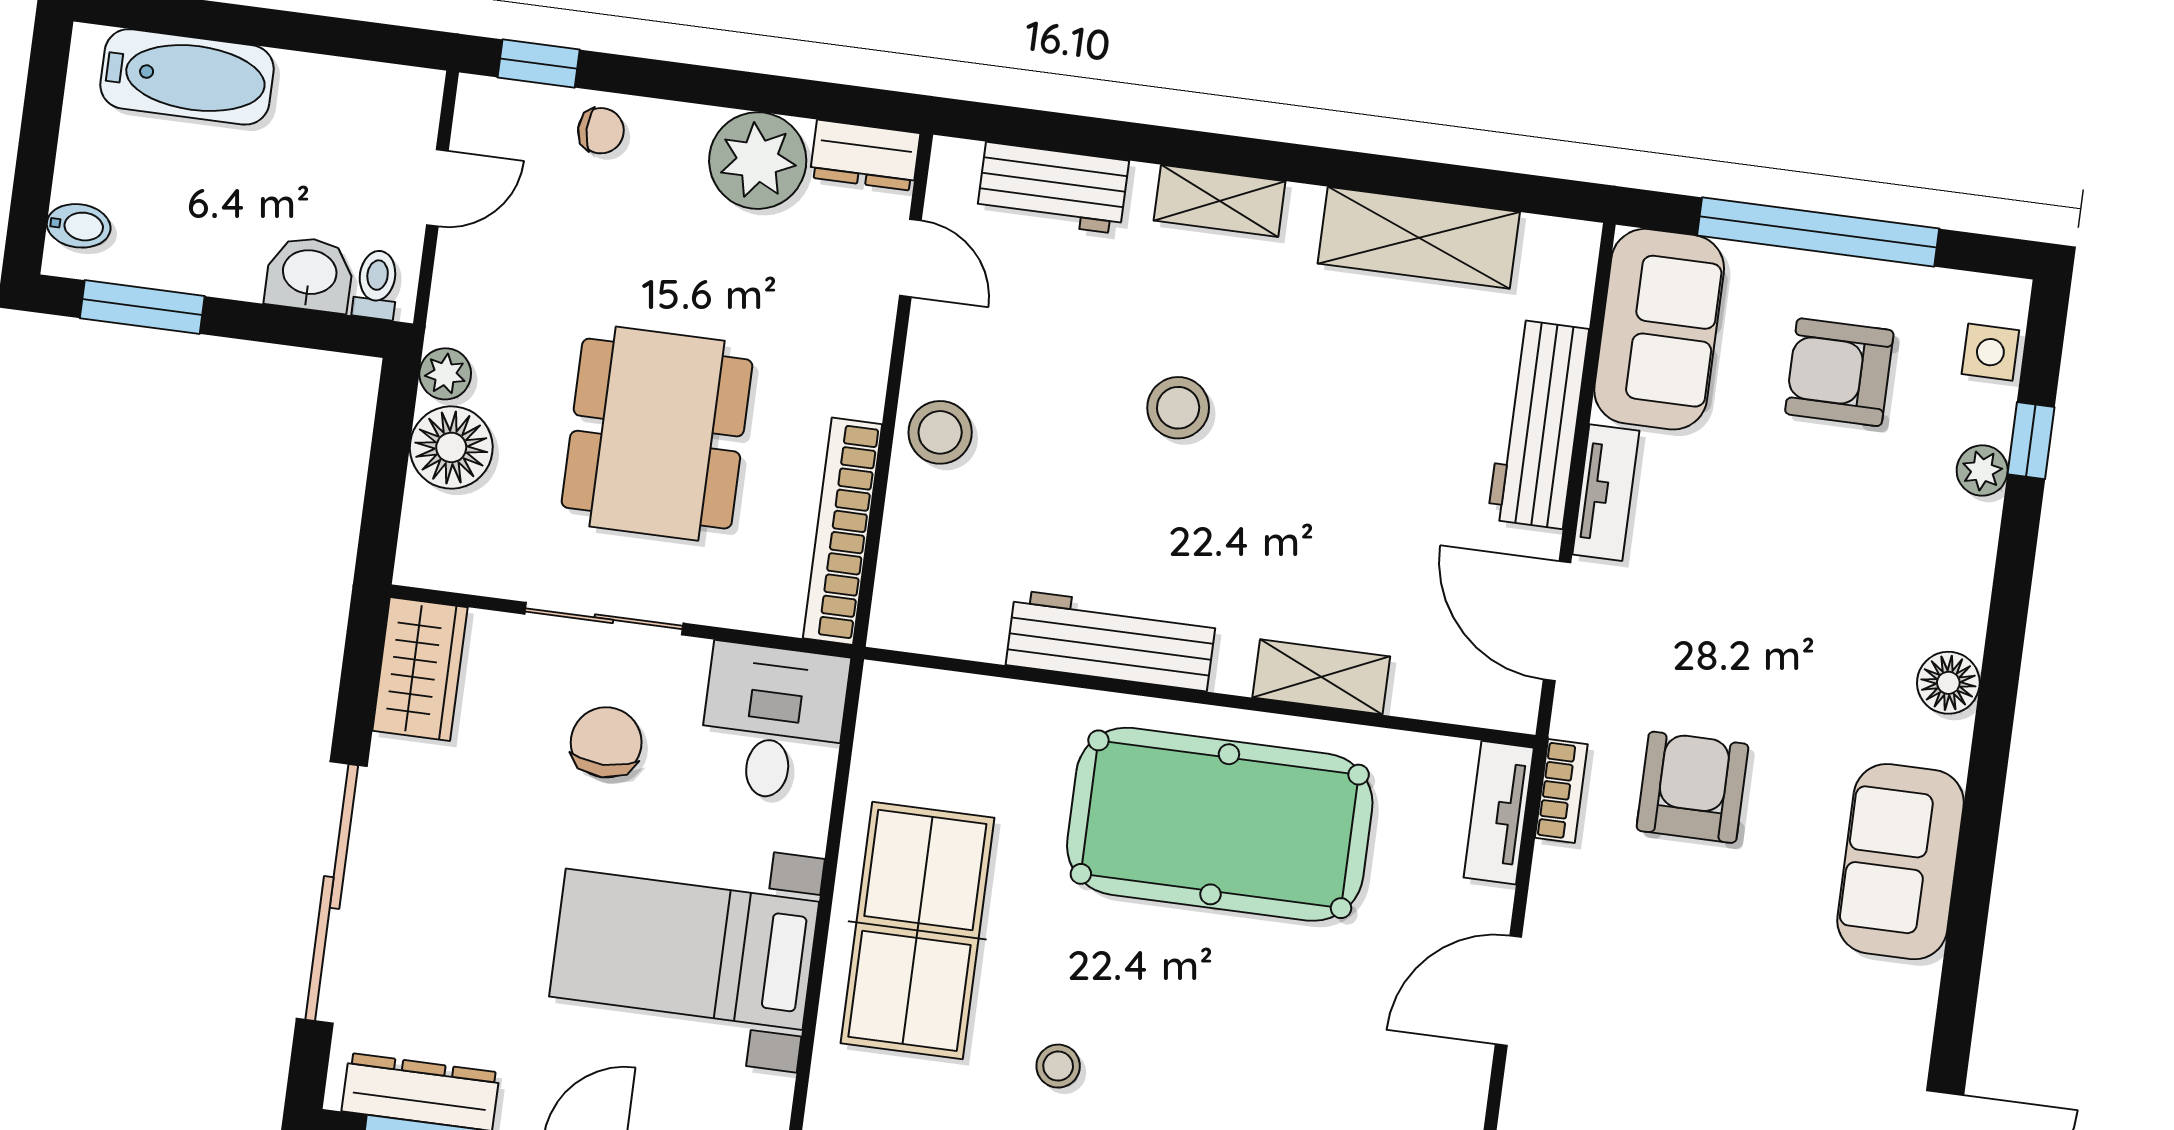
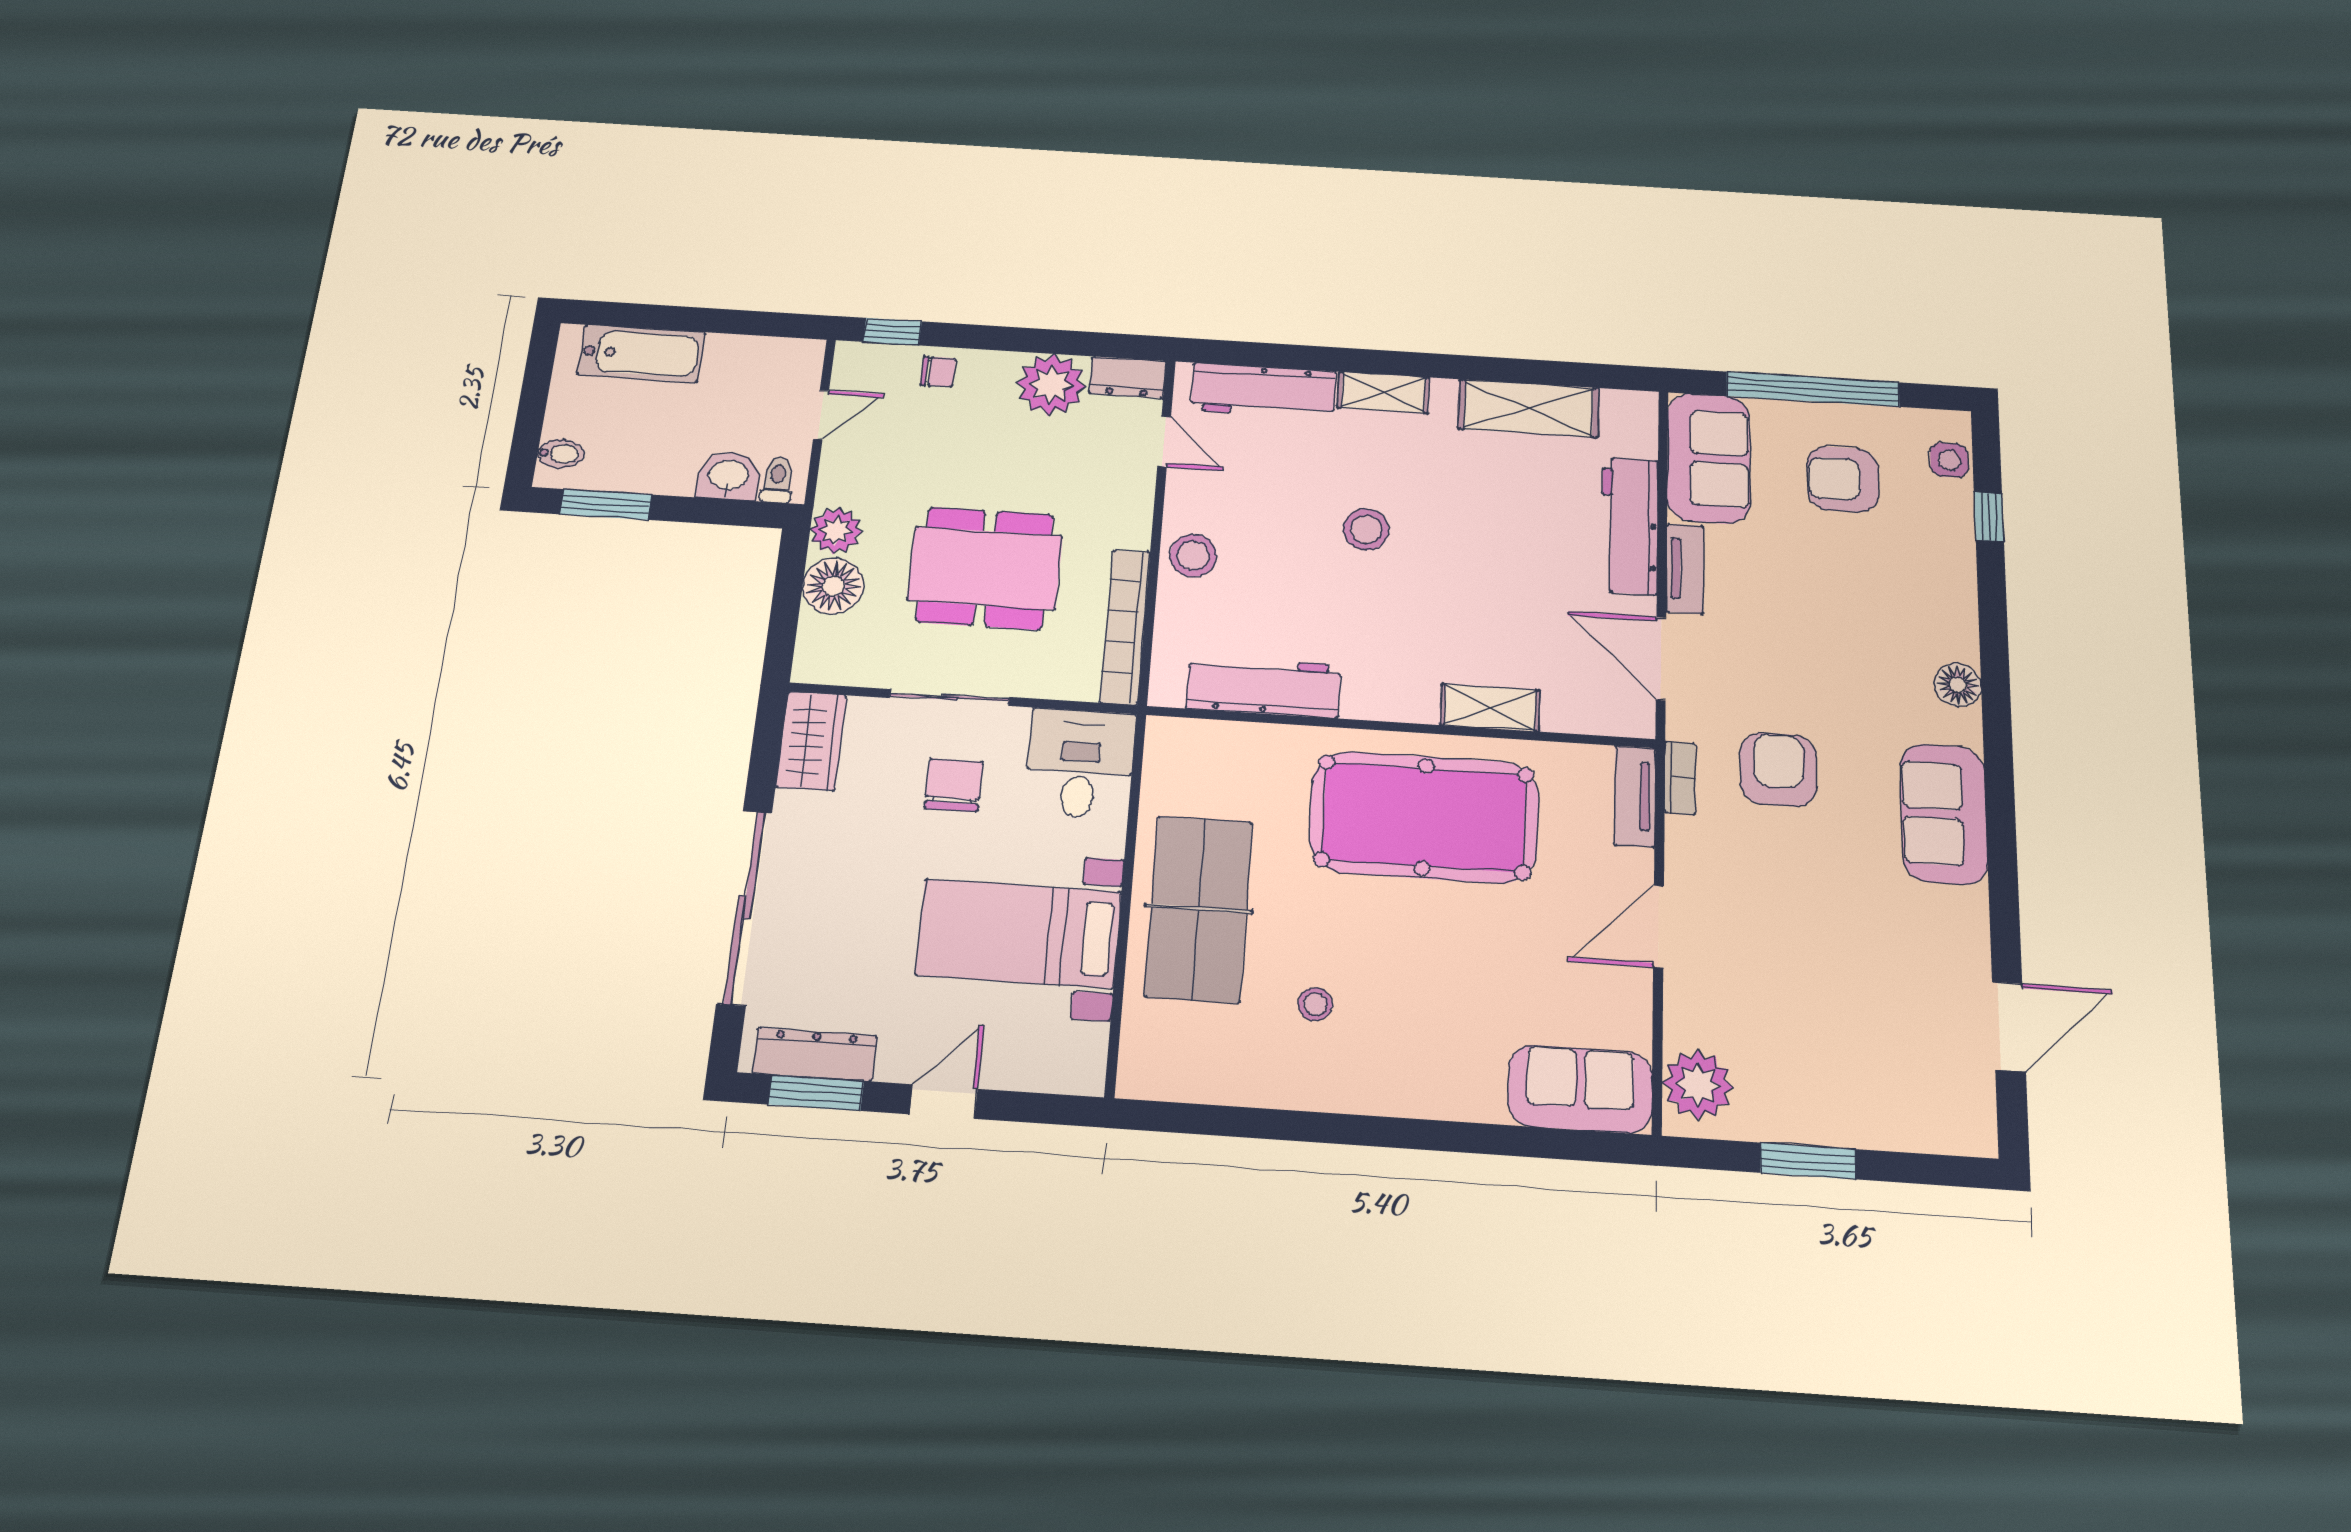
workbench: (1053, 188) -> (1263, 391), width x1.38
plant: (445, 374) -> (836, 531), width x1.38, depth x1.38
dining table: (657, 434) -> (985, 568), turned 90
plant: (1982, 471) -> (1957, 539), removed
workbench: (1111, 641) -> (1263, 687), moved

